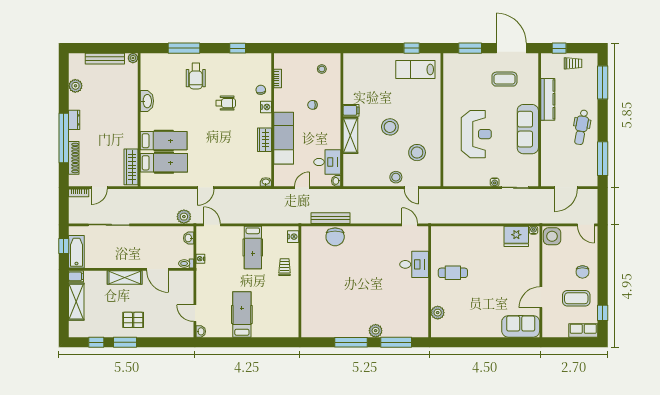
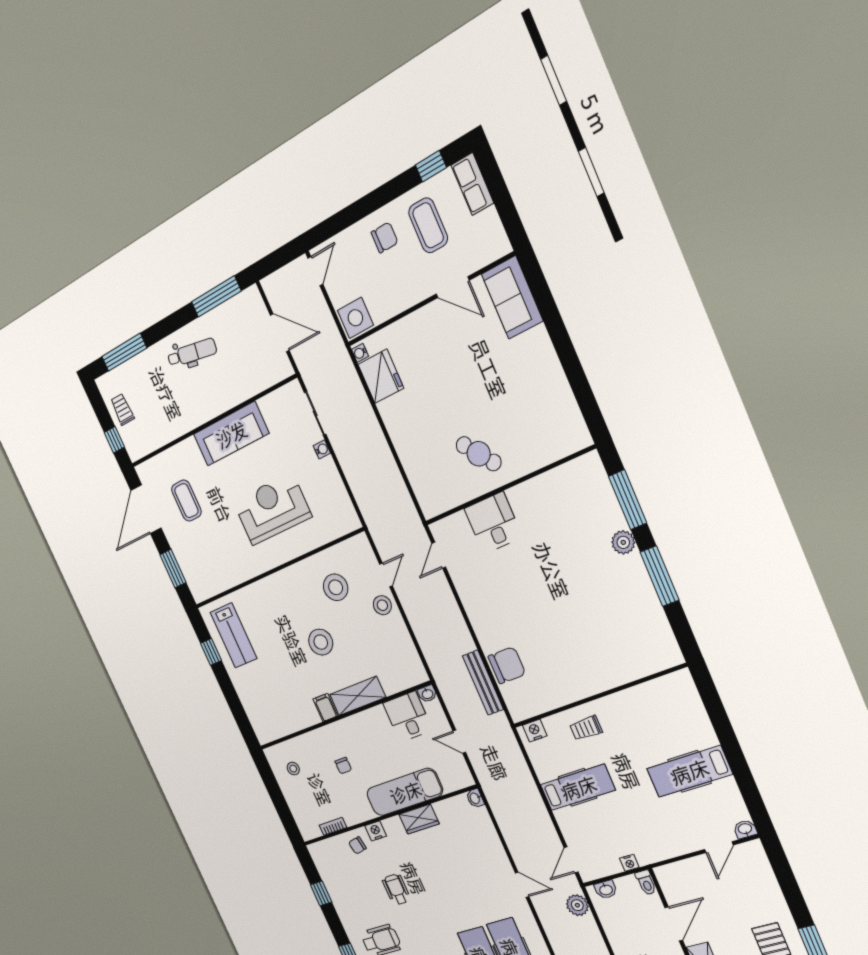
kitchen counter: (548, 99) -> (181, 423), removed
cafe table: (453, 273) -> (479, 454), turned -38
plant: (438, 313) -> (550, 451), removed

